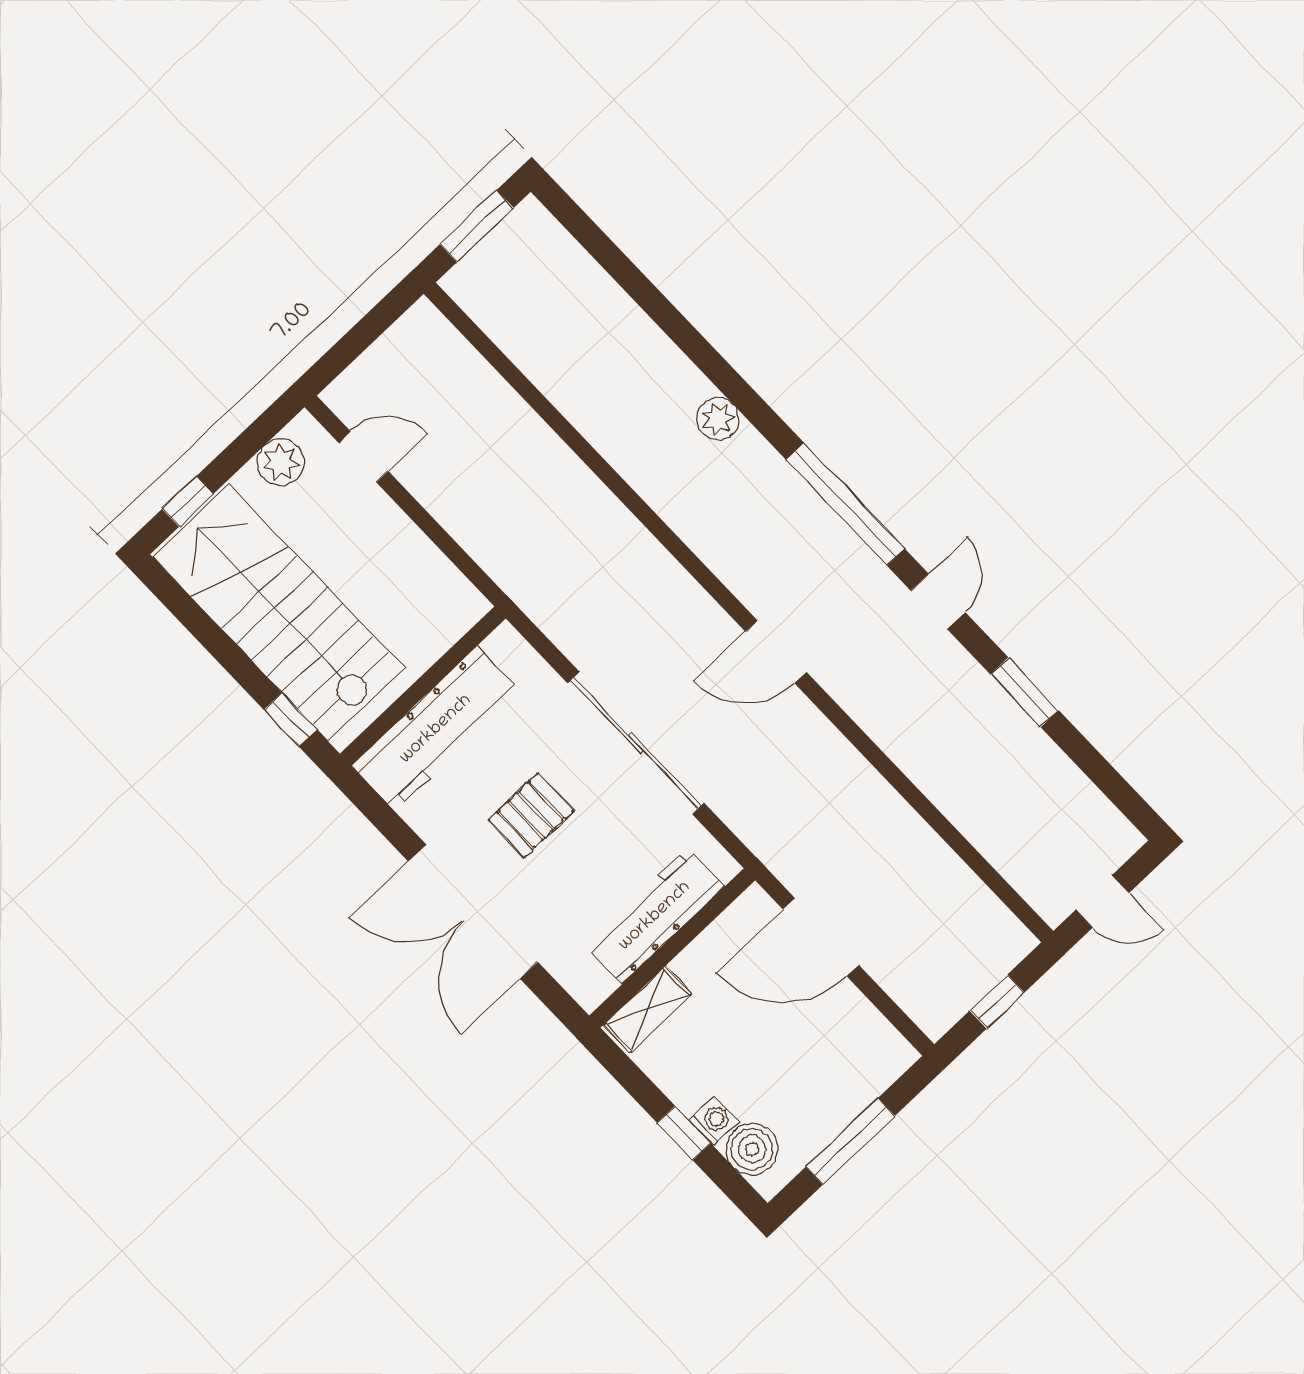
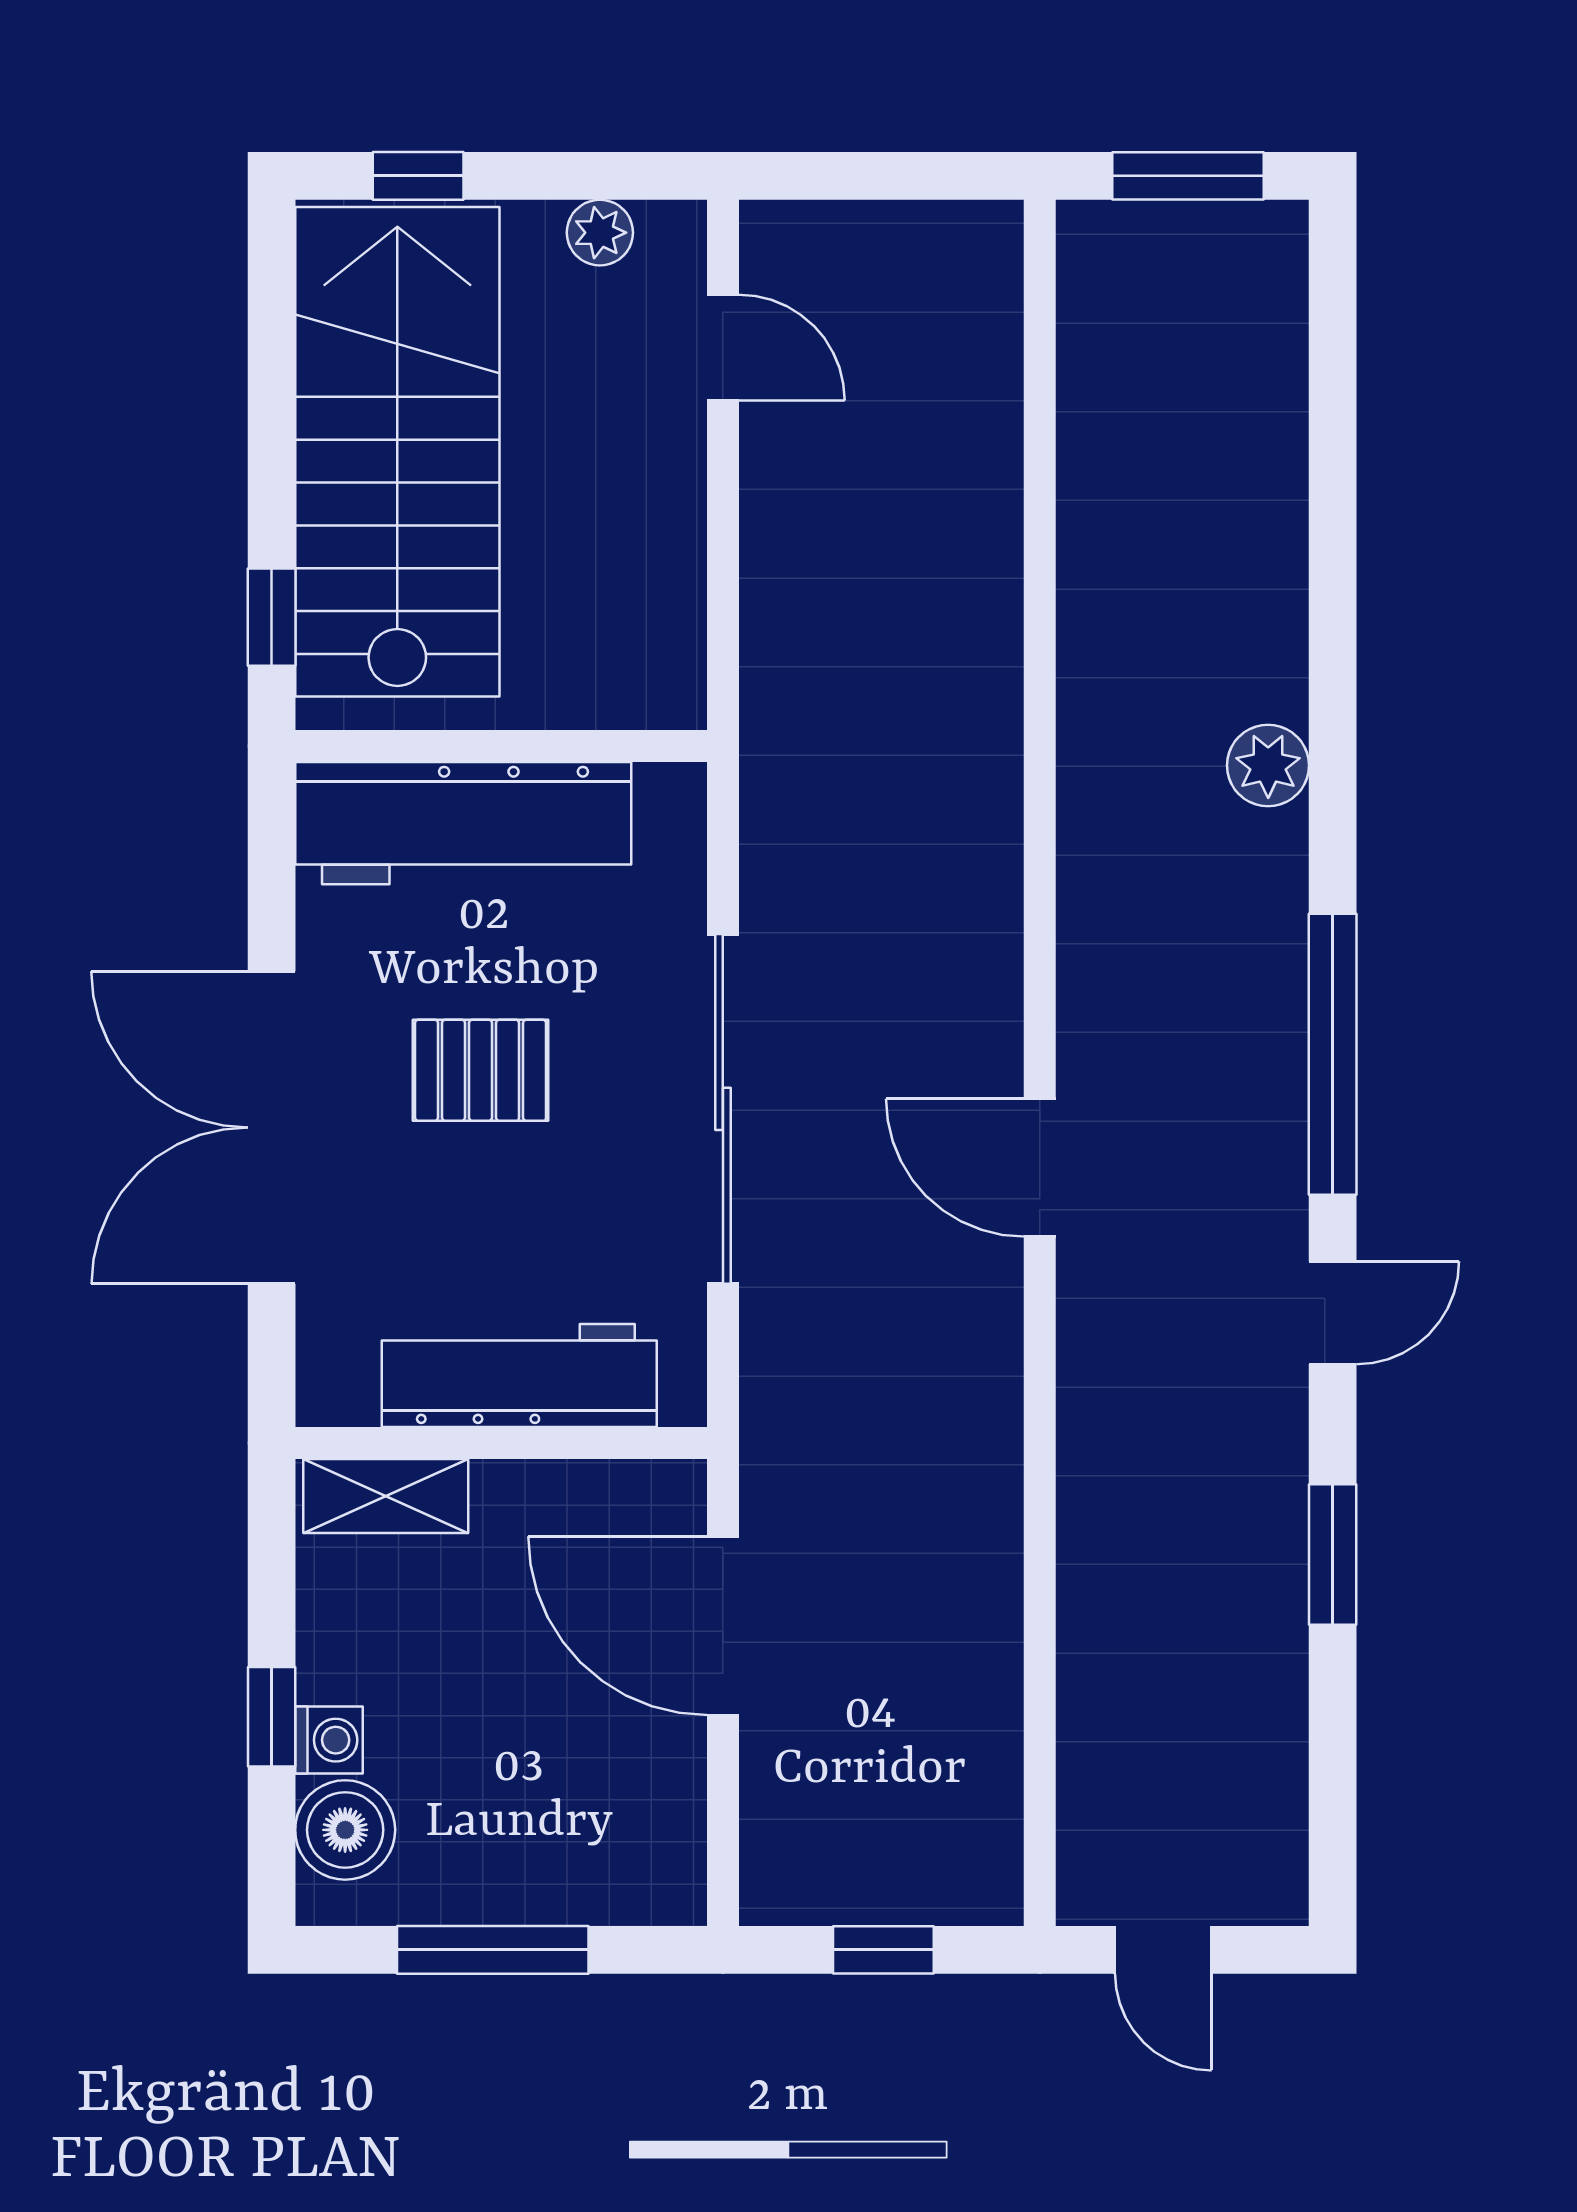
plant: (281, 462) -> (600, 233), width x0.73, depth x0.73

